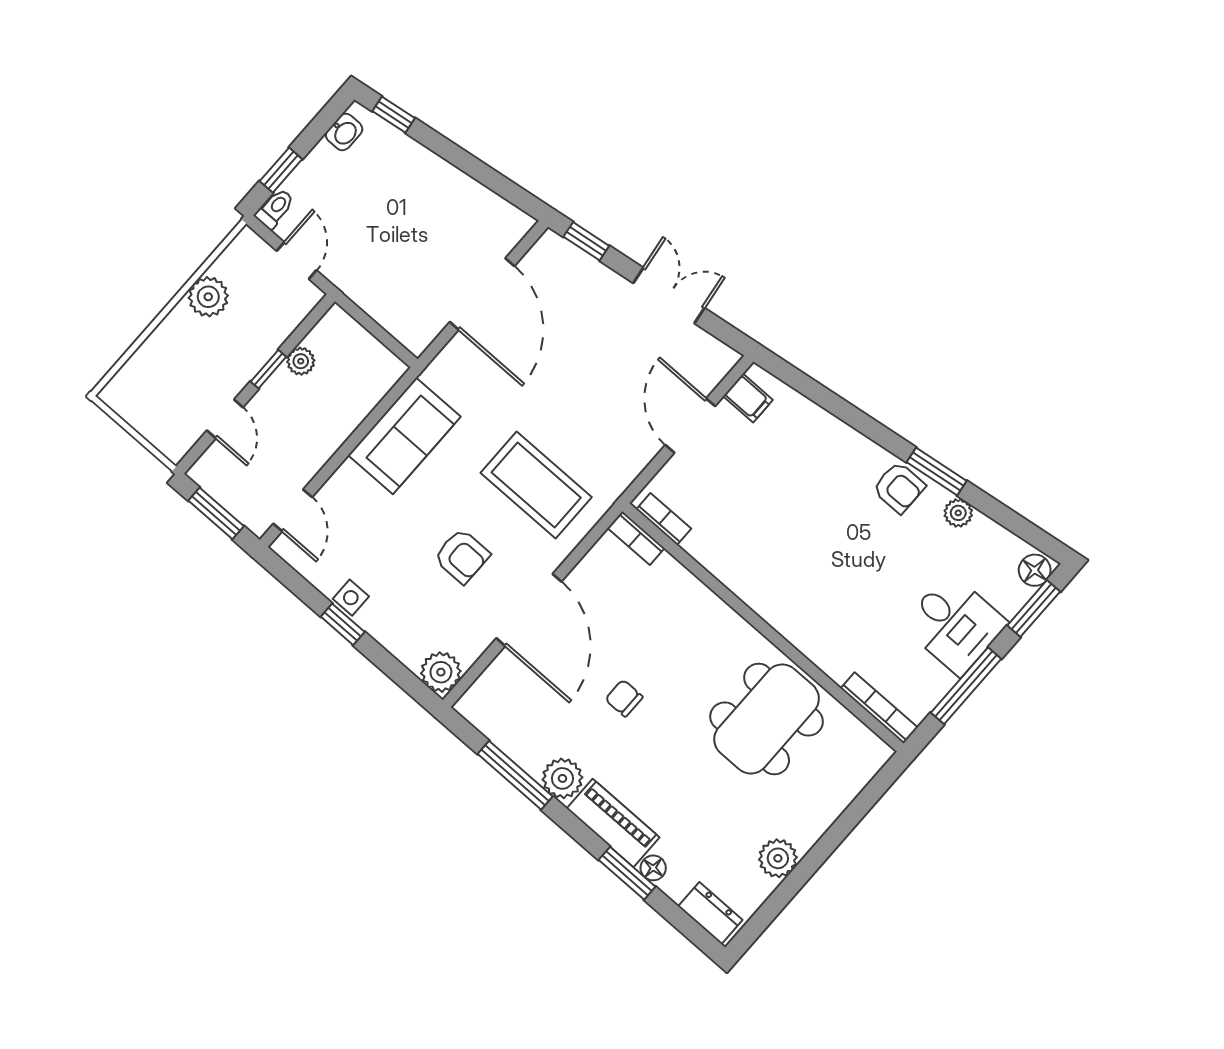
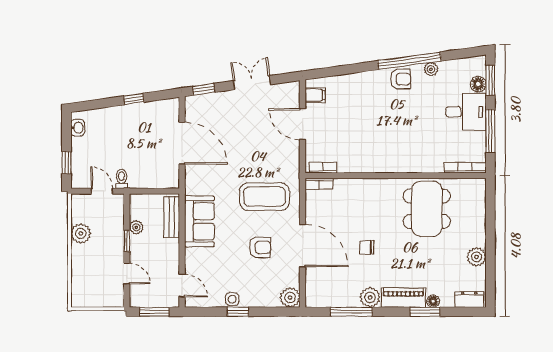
window: (394, 115) -> (134, 99), moved
toilet: (275, 209) -> (122, 179), moved
bench: (368, 393) -> (172, 217), added
window: (937, 471) -> (409, 61), width x2.11
floor lamp: (1035, 570) -> (478, 84), moved

